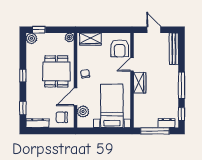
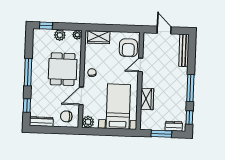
plant: (31, 38) -> (60, 35), moved
window: (23, 76) -> (28, 72), width x2.17
wardrobe: (140, 83) -> (147, 99), moved
plant: (83, 112) -> (88, 122), moved
window: (155, 131) -> (161, 134), width x0.69

